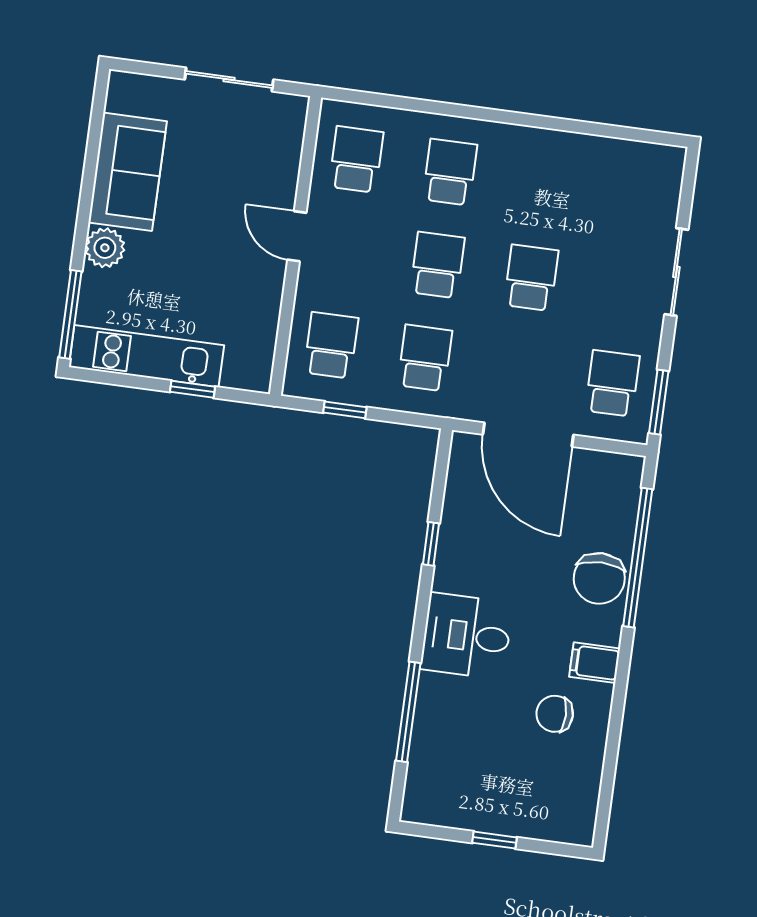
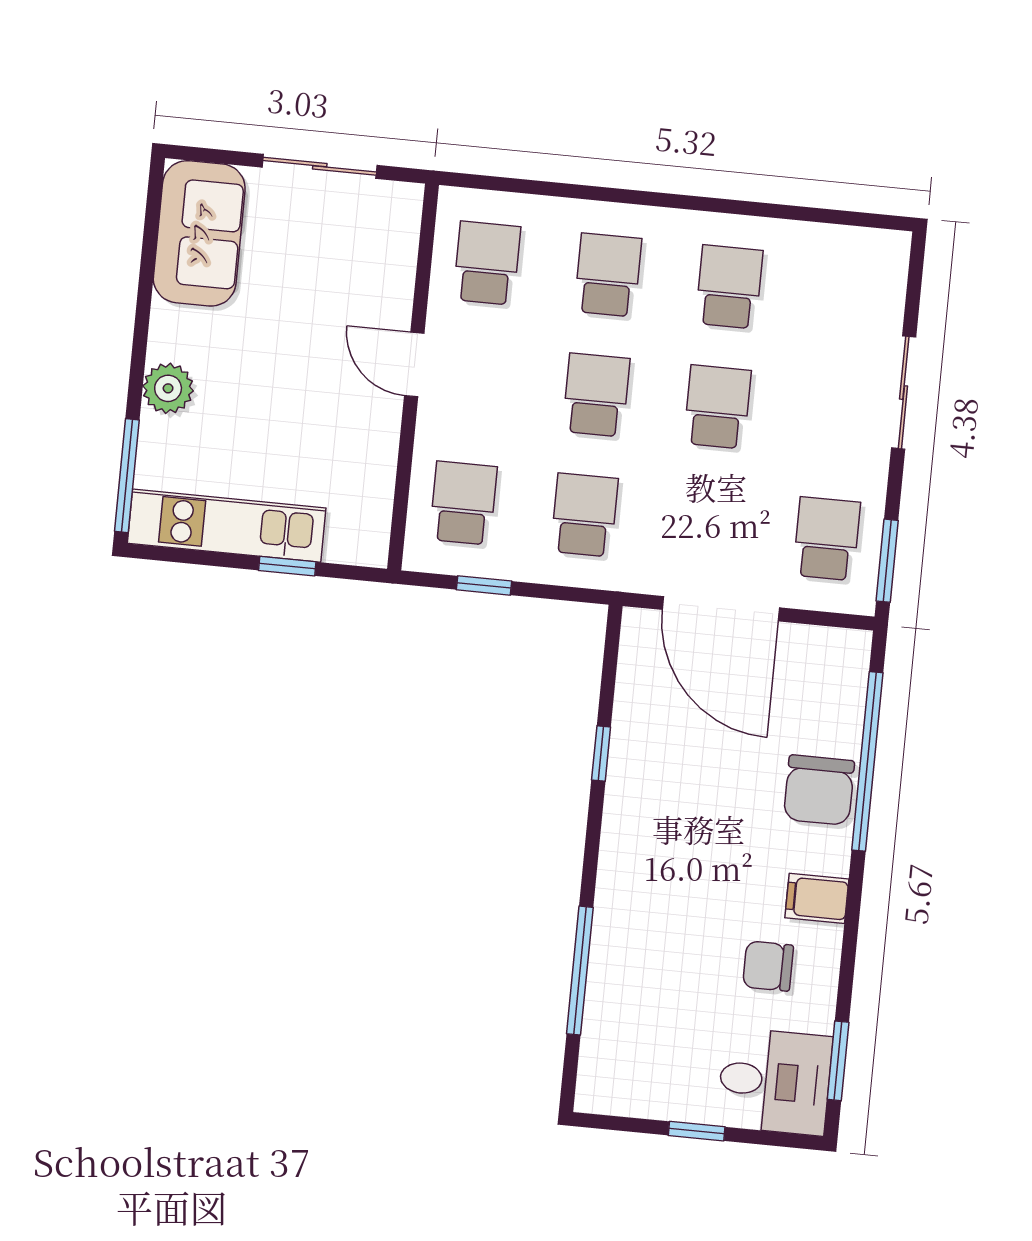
sofa: (128, 172) -> (199, 233), moved
school desk: (544, 185) -> (729, 287), added
desk: (466, 636) -> (775, 1081), moved, turned 180
window: (606, 789) -> (838, 1061), added

